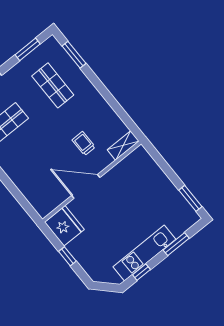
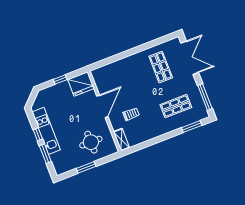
window: (28, 49) -> (205, 97), width x1.44
round table: (140, 186) -> (91, 142), added
window: (190, 198) -> (86, 167), moved
window: (141, 272) -> (38, 134), moved

